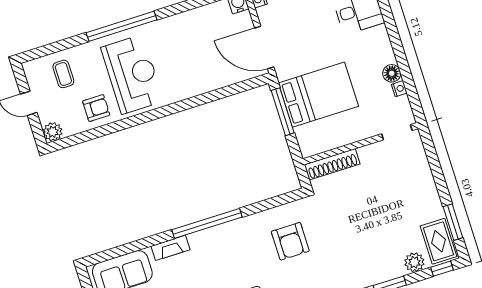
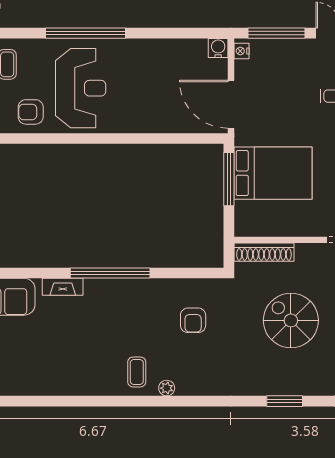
armchair: (96, 108) -> (31, 112), turned 180
spiral stairs: (373, 215) -> (291, 320), added
armchair: (290, 241) -> (193, 320), width x0.72, depth x0.72
plant: (414, 262) -> (319, 385), removed

